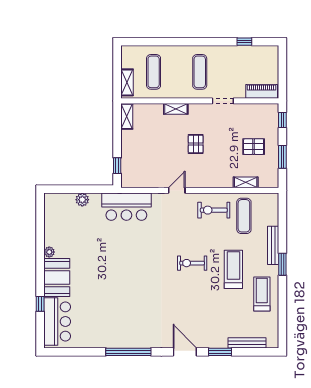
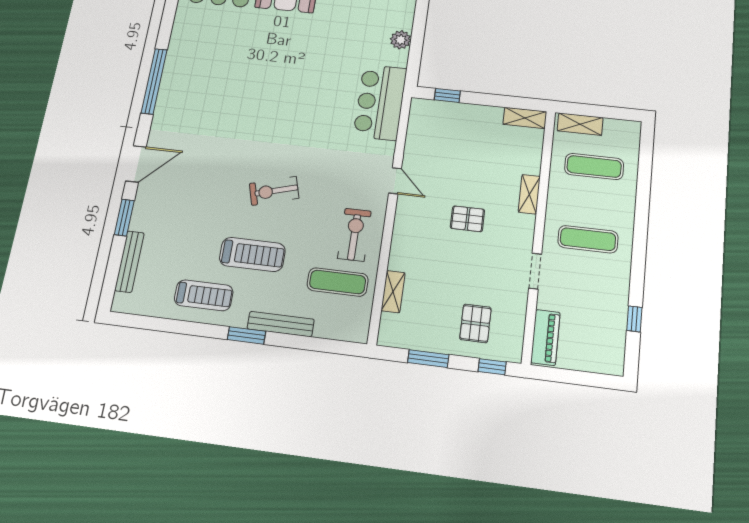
pallet: (254, 147) -> (475, 323), moved
exercise bike: (192, 263) -> (274, 191), turned -106

